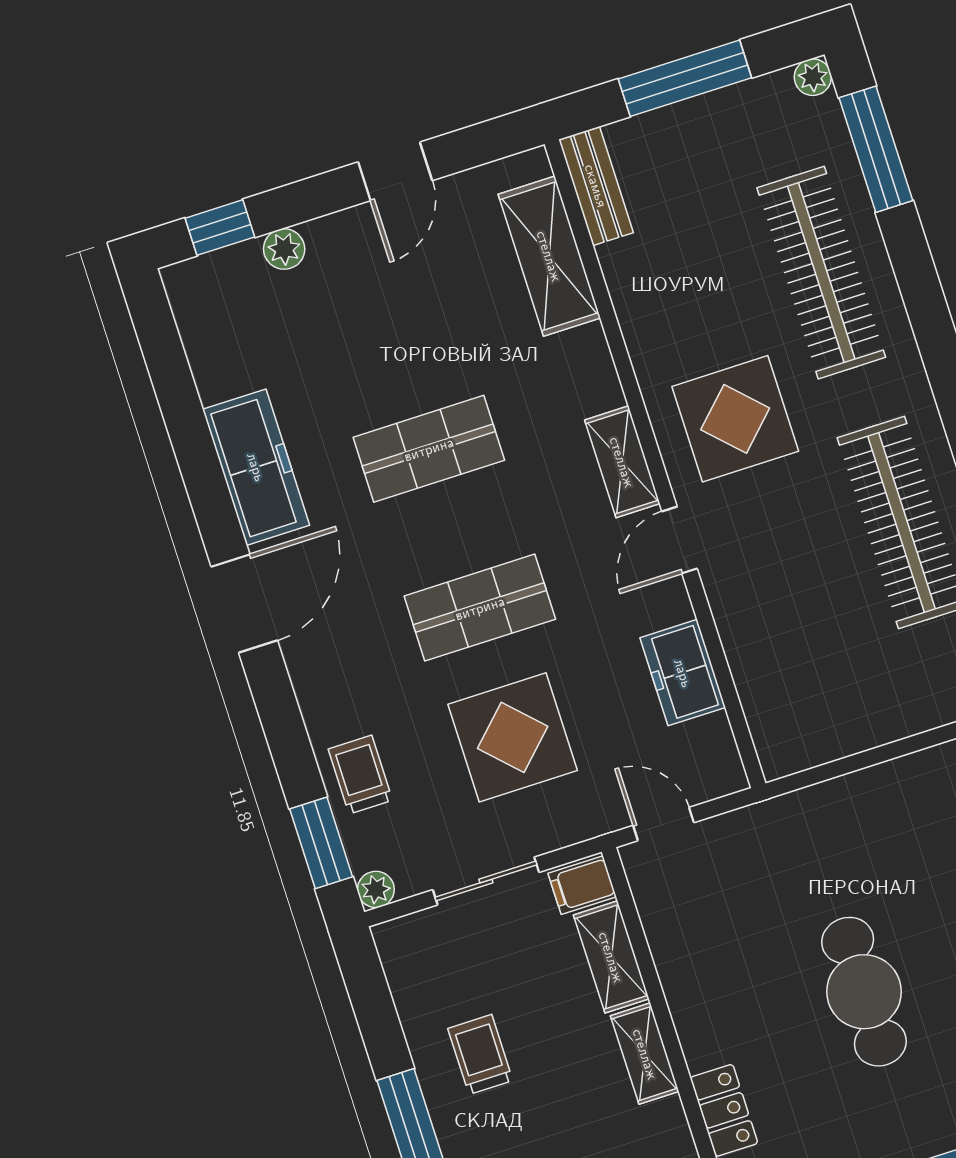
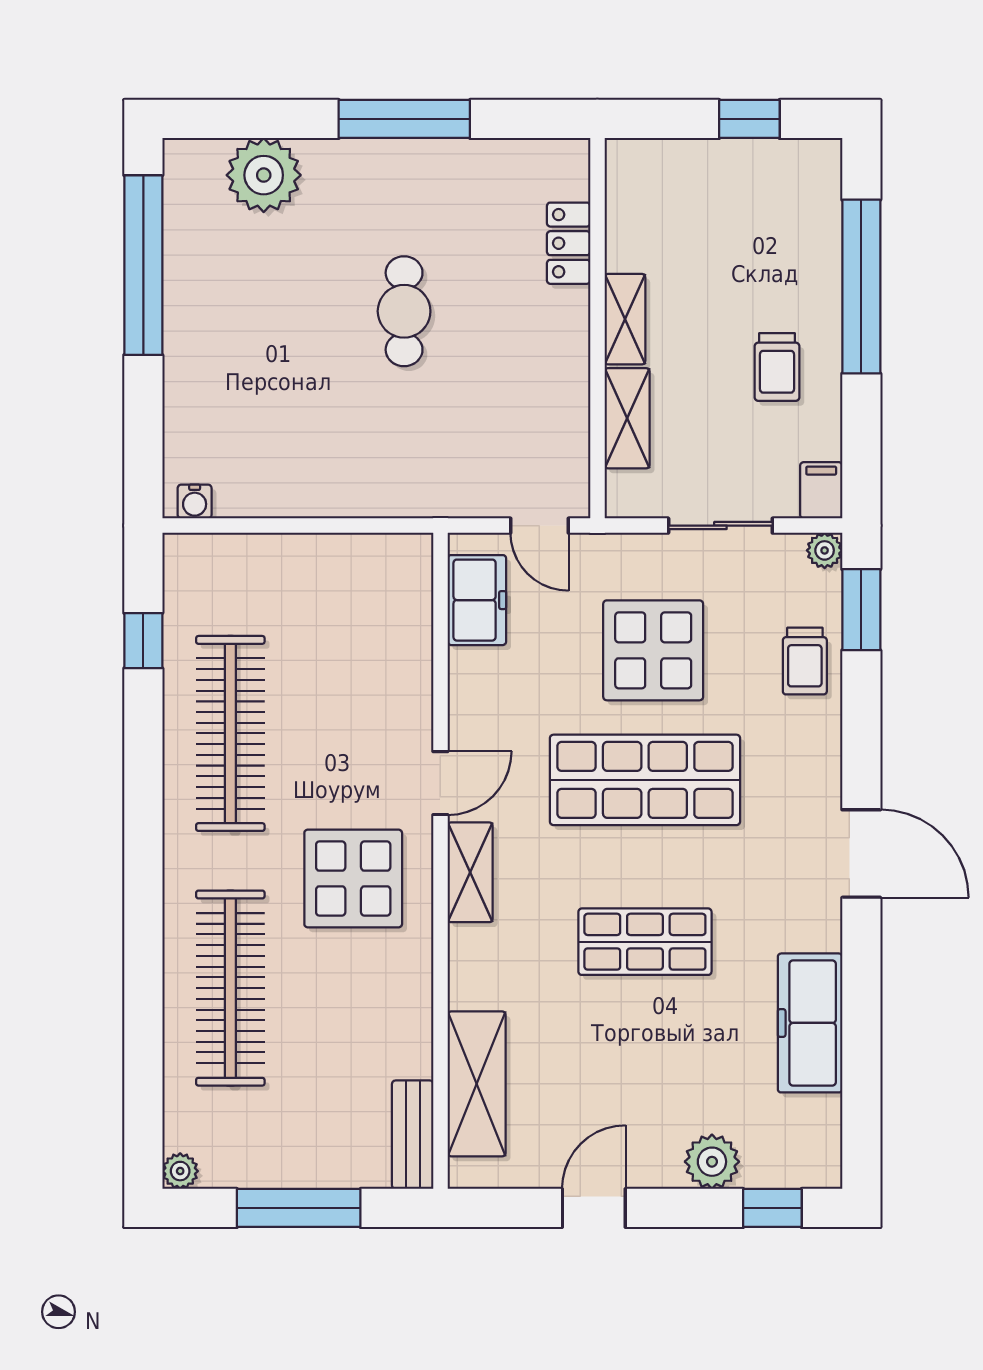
window: (876, 149) -> (143, 1086), removed
plant: (284, 249) -> (712, 1162), width x1.38, depth x1.38
freezer: (256, 467) -> (810, 1023), moved
door: (244, 603) -> (861, 854), swing flipped
shop shelf: (480, 608) -> (645, 780), width x1.43, depth x1.36
freezer: (683, 673) -> (477, 600), moved
filing cabinet: (582, 885) -> (821, 490), moved, turned -90
cafe table: (864, 992) -> (404, 311), width x0.73, depth x0.74

